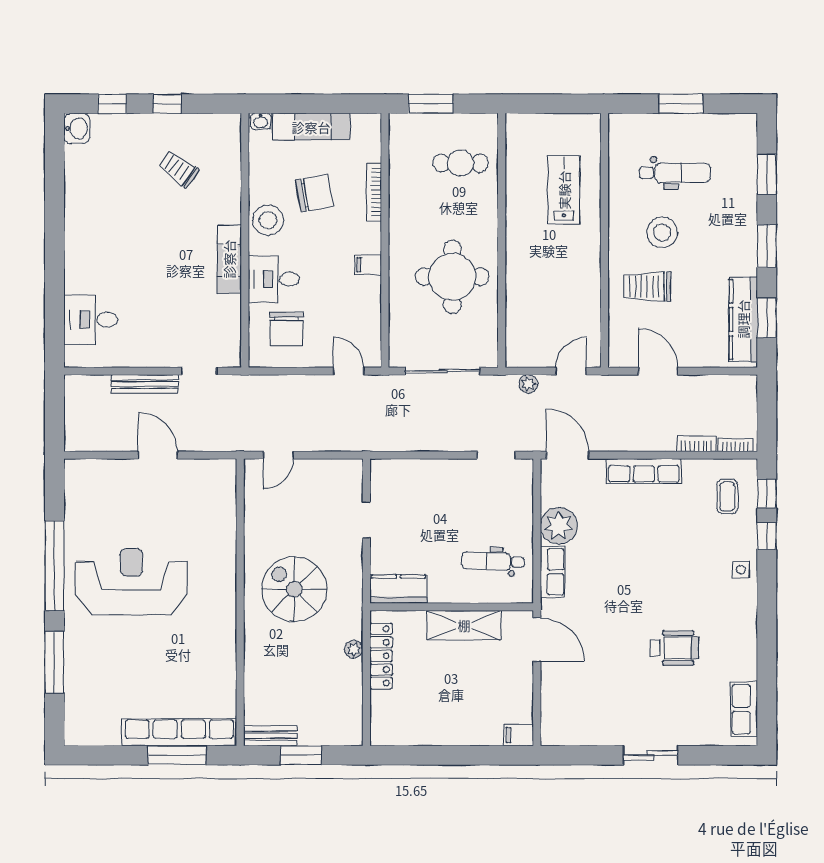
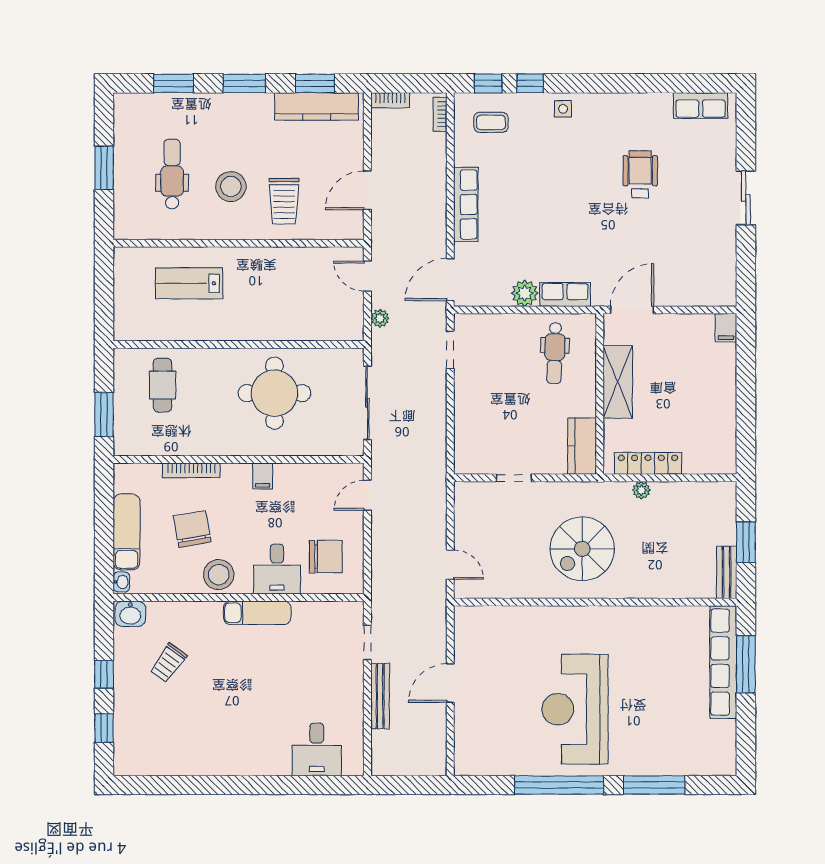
washbasin: (77, 128) -> (130, 614), moved, turned 180
bookcase: (696, 444) -> (390, 100), moved, turned -90
plant: (559, 526) -> (525, 293), width x0.73, depth x0.73

